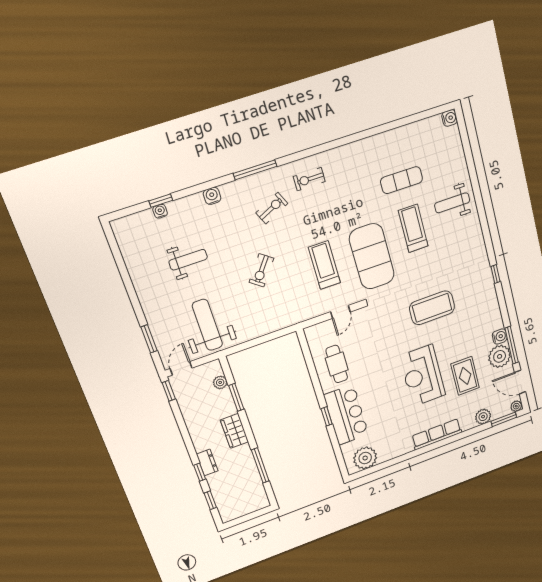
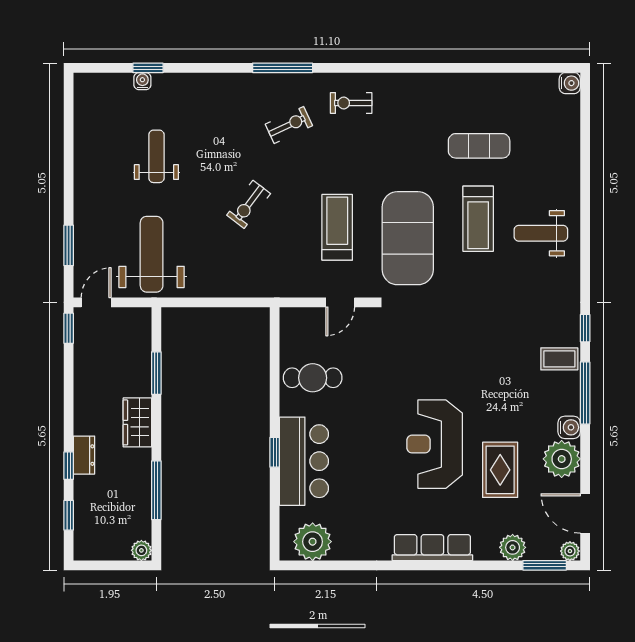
water cooler: (212, 196) -> (216, 83), removed
weight bench: (452, 203) -> (541, 233), moved
treadmill: (413, 228) -> (478, 219), turned 180
weight bench: (188, 260) -> (156, 156), turned -90
coffee table: (432, 308) -> (559, 359), moved, width x0.54, depth x0.58
window: (512, 345) -> (585, 393), moved
cafe table: (337, 364) -> (313, 378), turned 90
plant: (220, 382) -> (141, 550), moved

